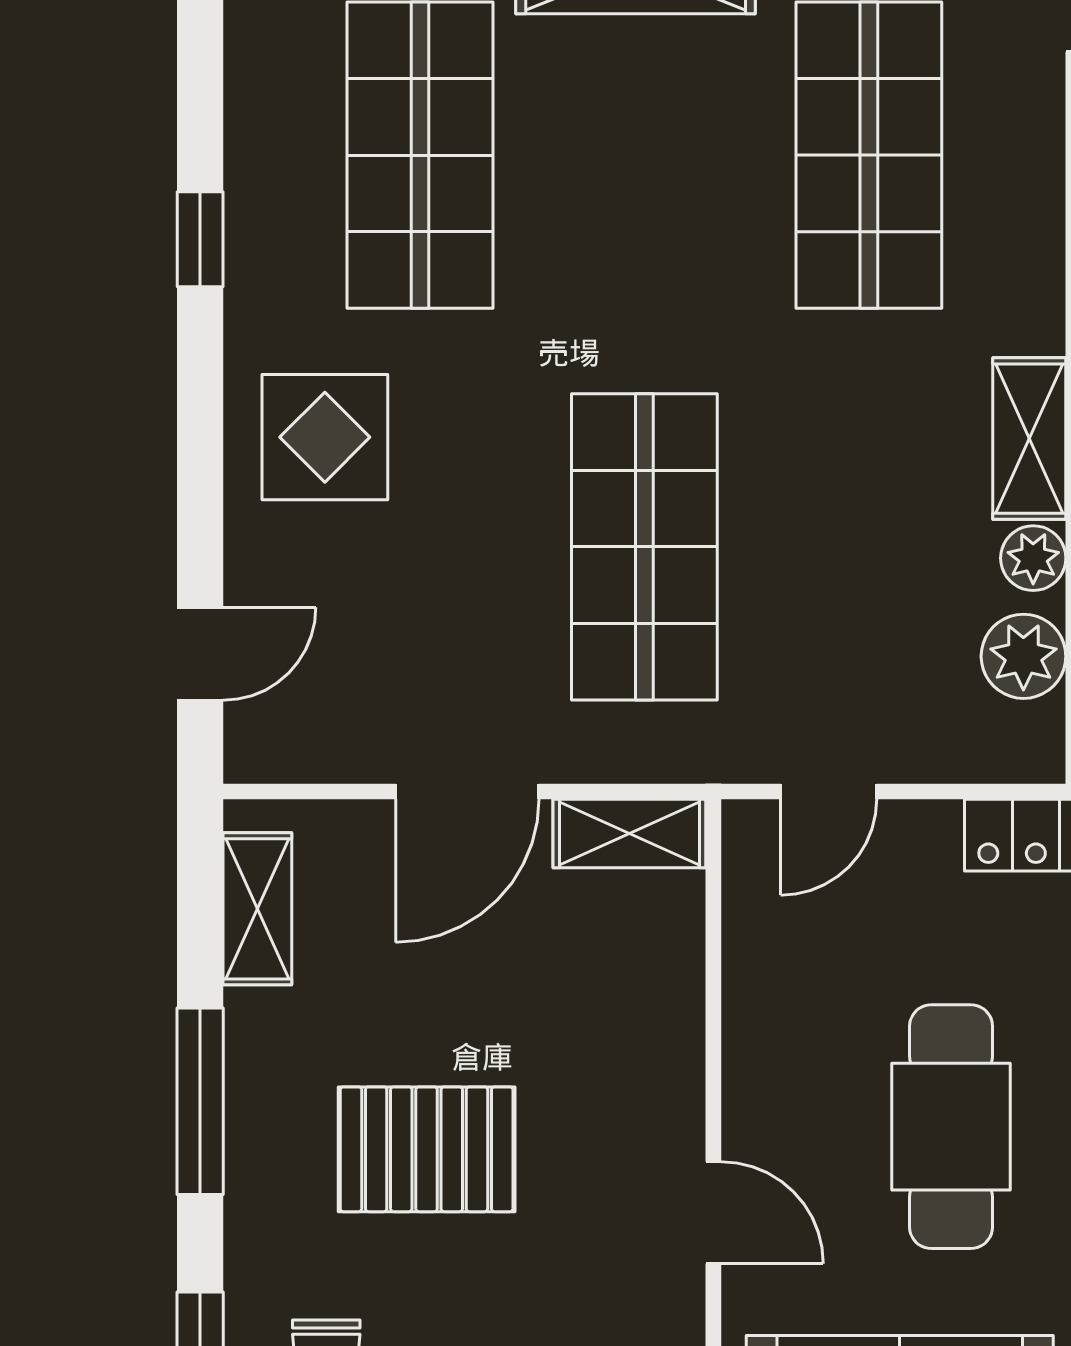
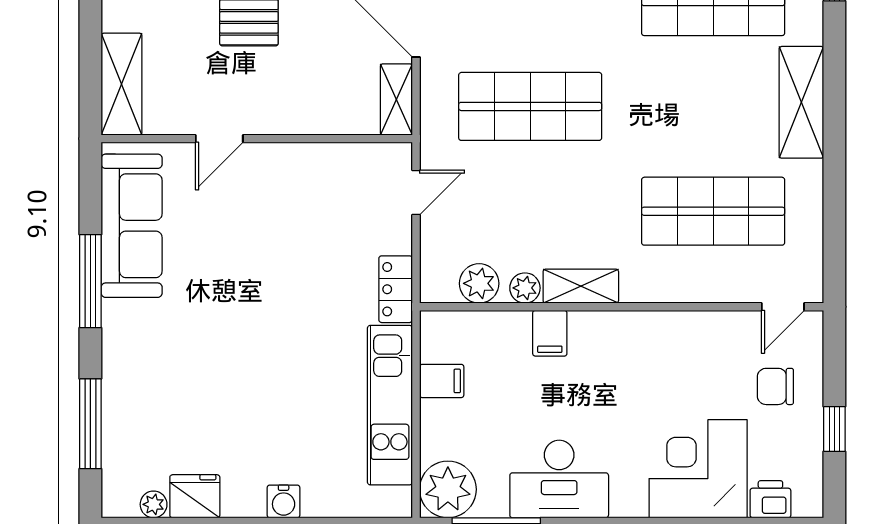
door: (829, 792) -> (416, 192), swing flipped
cafe table: (951, 1127) -> (259, 250), removed

